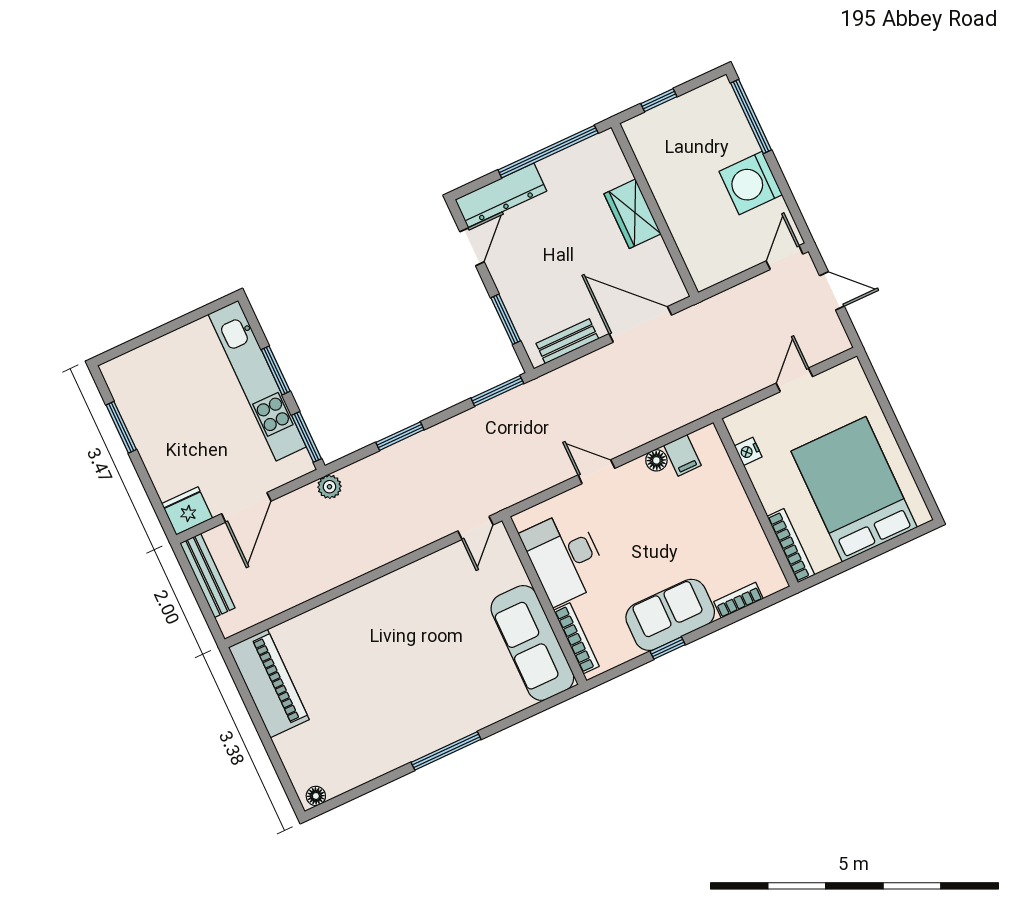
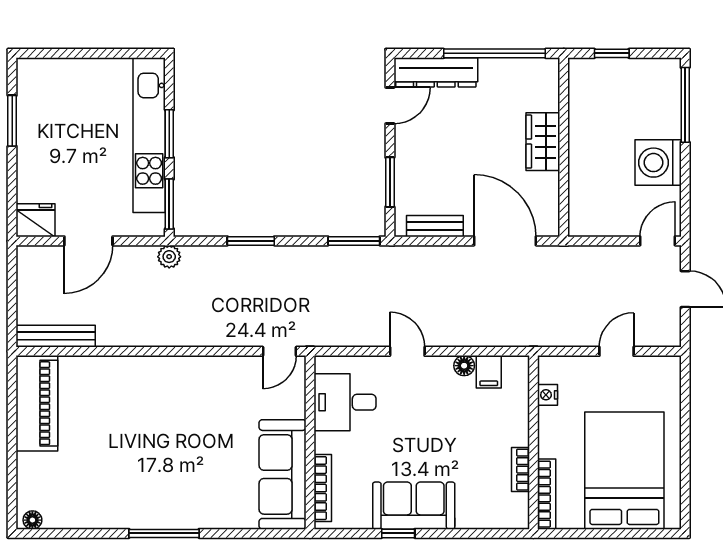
desk: (565, 557) -> (345, 402), width x0.73
bench: (207, 575) -> (56, 336), moved, turned 90
bookcase: (738, 600) -> (520, 470), moved, turned -90

